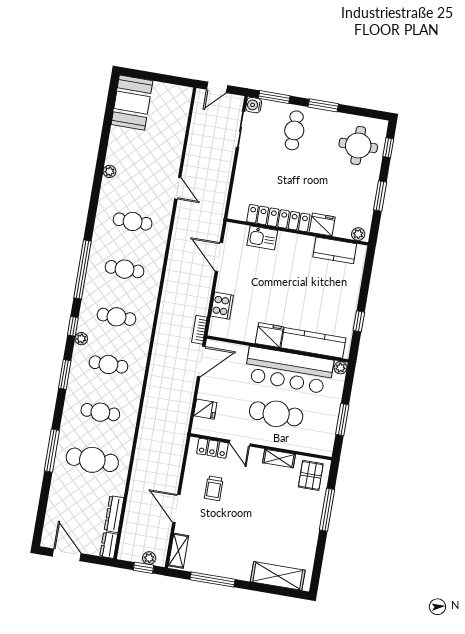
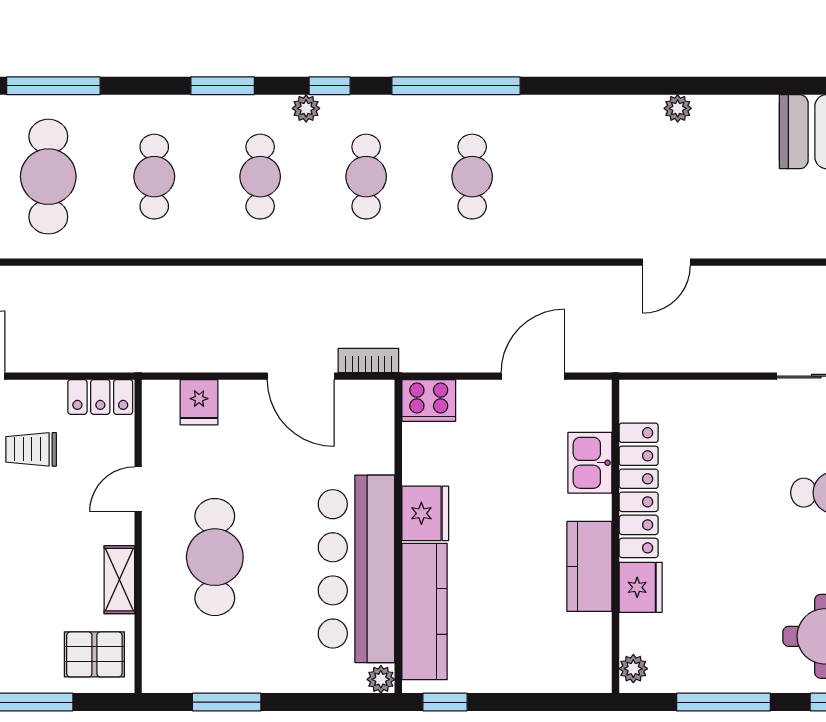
window: (380, 196) -> (724, 702), width x1.44
cafe table: (133, 221) -> (578, 177), removed
kitchen counter: (335, 250) -> (589, 566), moved
fridge: (269, 335) -> (425, 513), moved
kitchen counter: (313, 343) -> (424, 612), moved
wall: (278, 349) -> (398, 536), moved
plant: (341, 368) -> (381, 679), moved
bar counter: (289, 370) -> (356, 569), moved
locker: (212, 448) -> (100, 397), moved, turned -90

